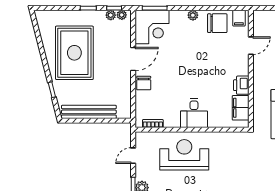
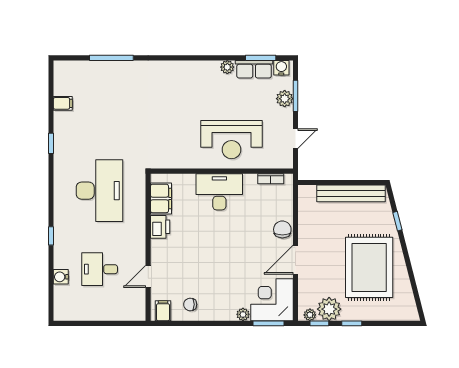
plant: (111, 15) -> (329, 309), width x1.87, depth x1.87
plant: (193, 15) -> (243, 314), moved
chair: (217, 23) -> (190, 304), width x0.54, depth x0.54
desk: (194, 113) -> (219, 192), width x1.37

